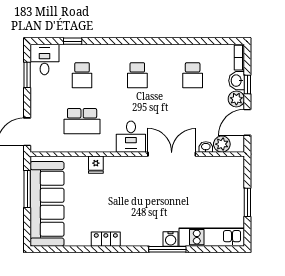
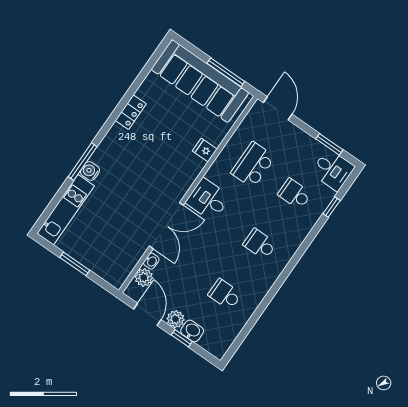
bookcase: (239, 58) -> (211, 348), removed

